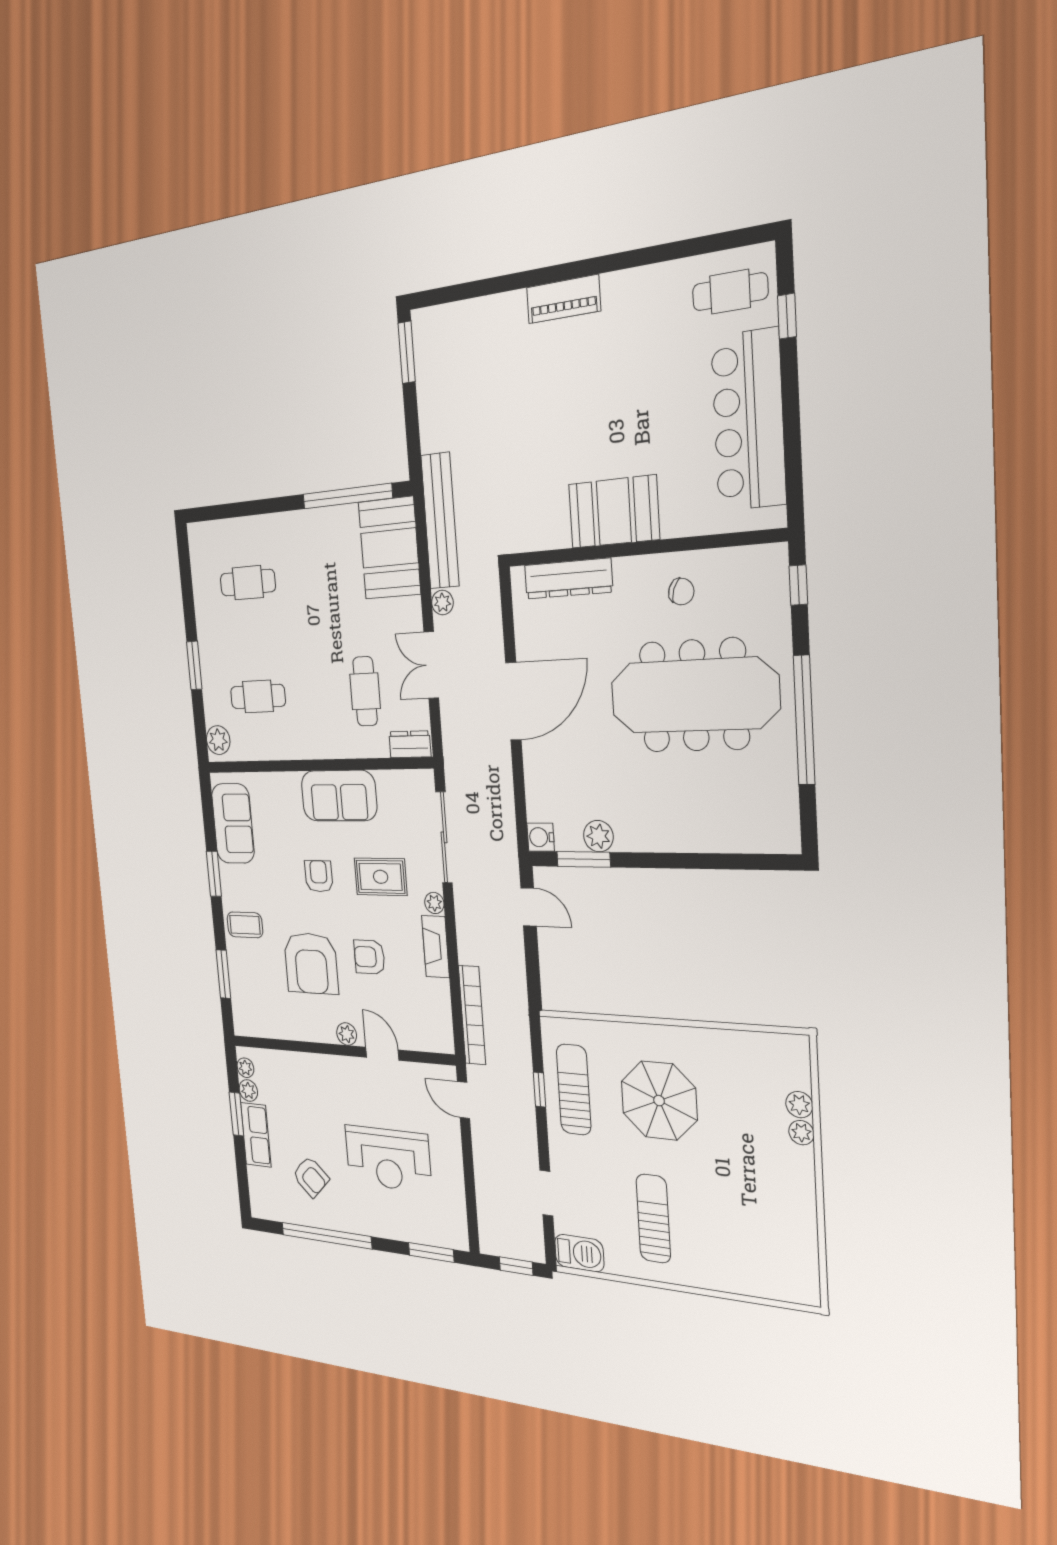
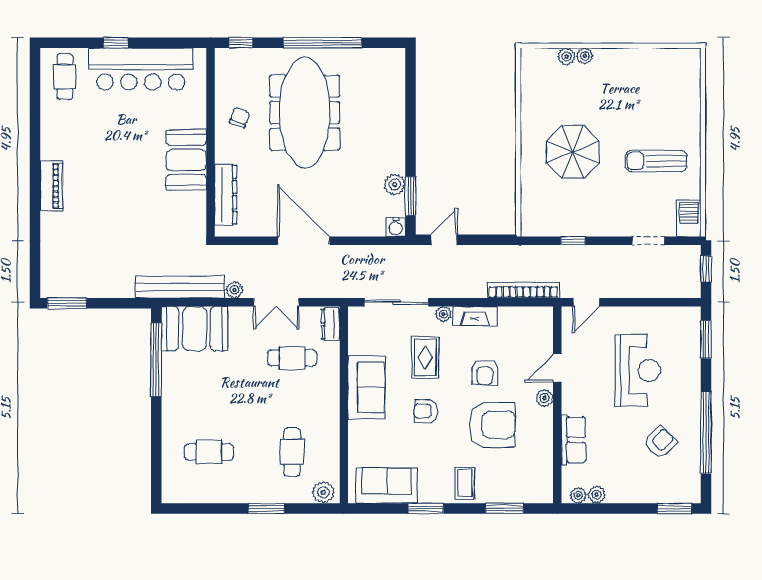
window: (787, 316) -> (116, 43), moved
cafe table: (248, 583) -> (209, 452), turned 90
sun lounger: (574, 1090) -> (571, 214), removed
window: (236, 1114) -> (674, 508), moved
row of seats: (256, 1135) -> (573, 440), moved, turned 90

